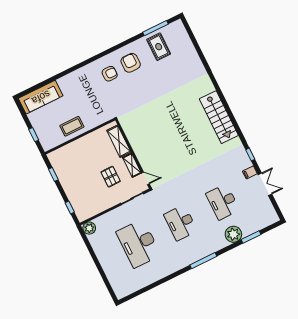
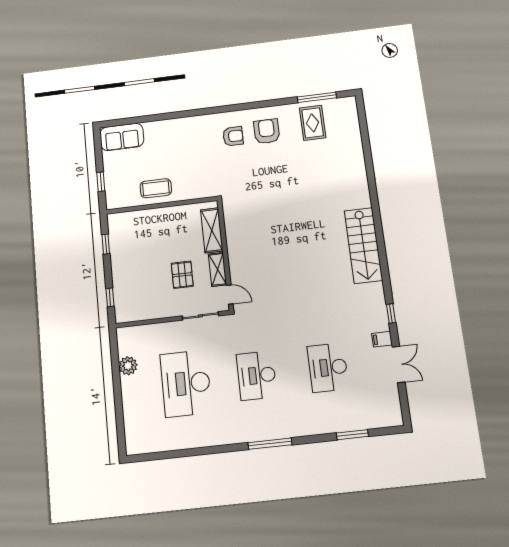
sofa: (41, 97) -> (122, 137), width x0.73
plant: (89, 228) -> (128, 366), moved
plant: (233, 234) -> (328, 421), removed

